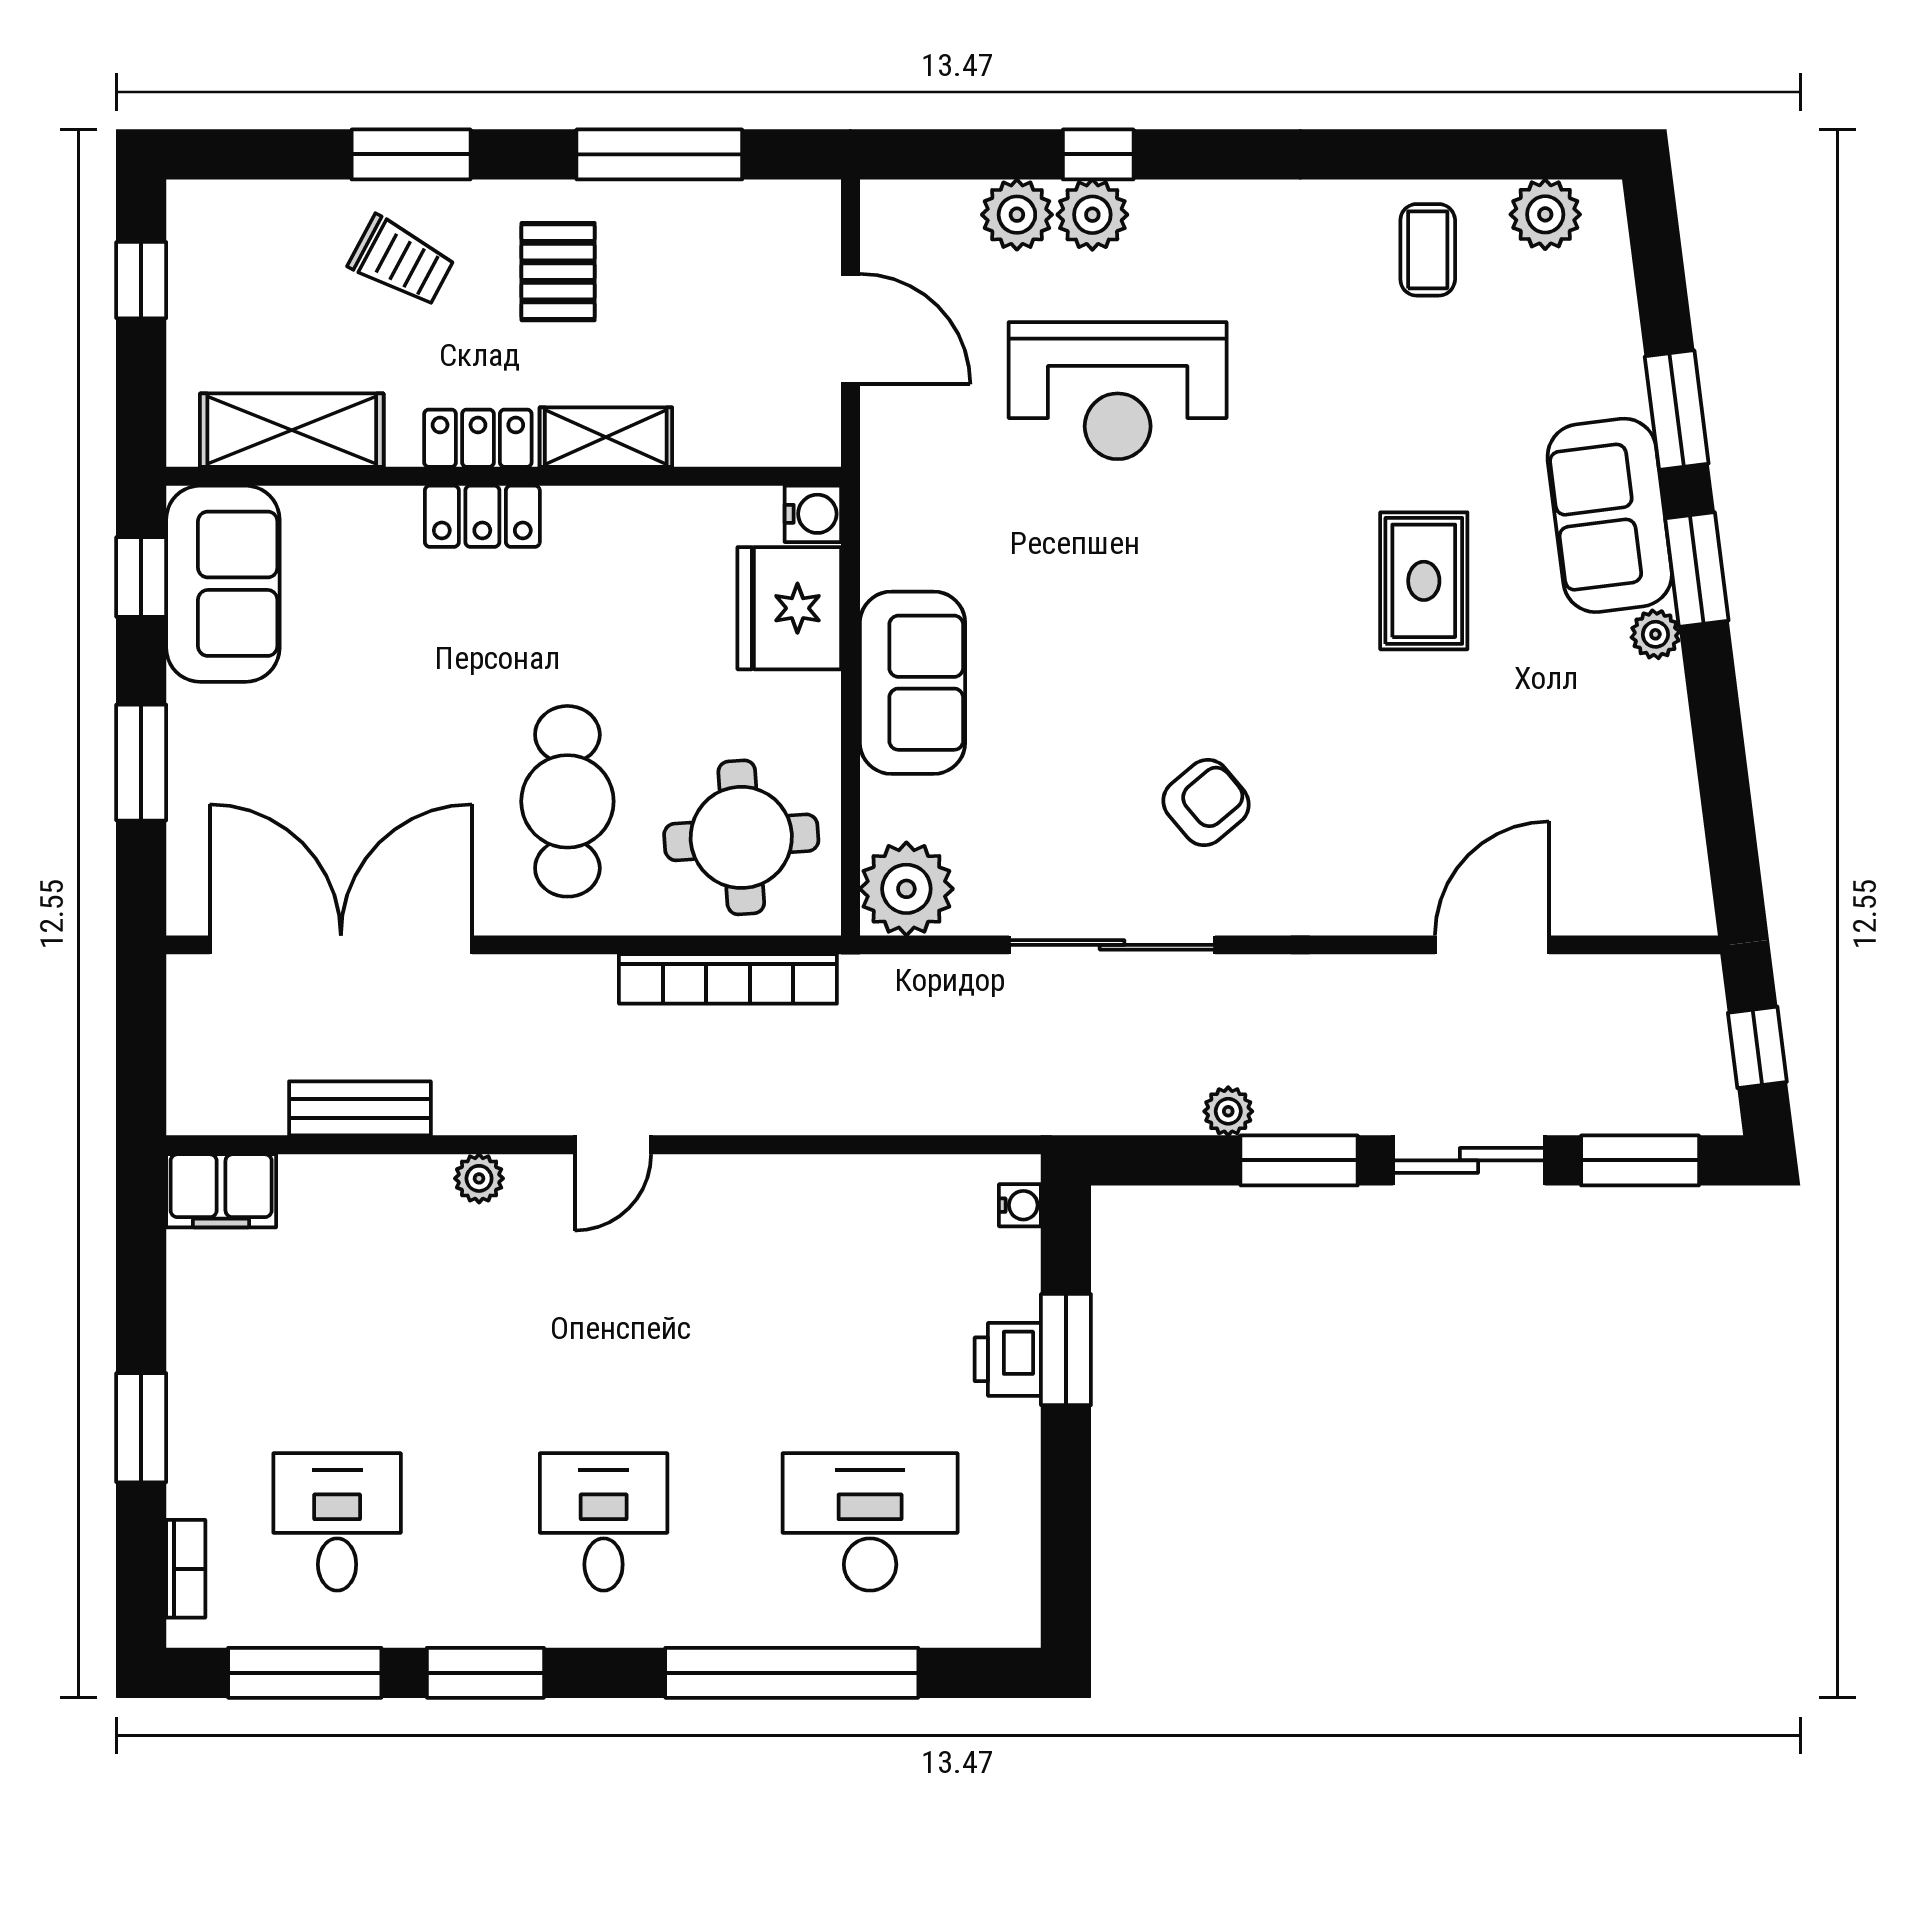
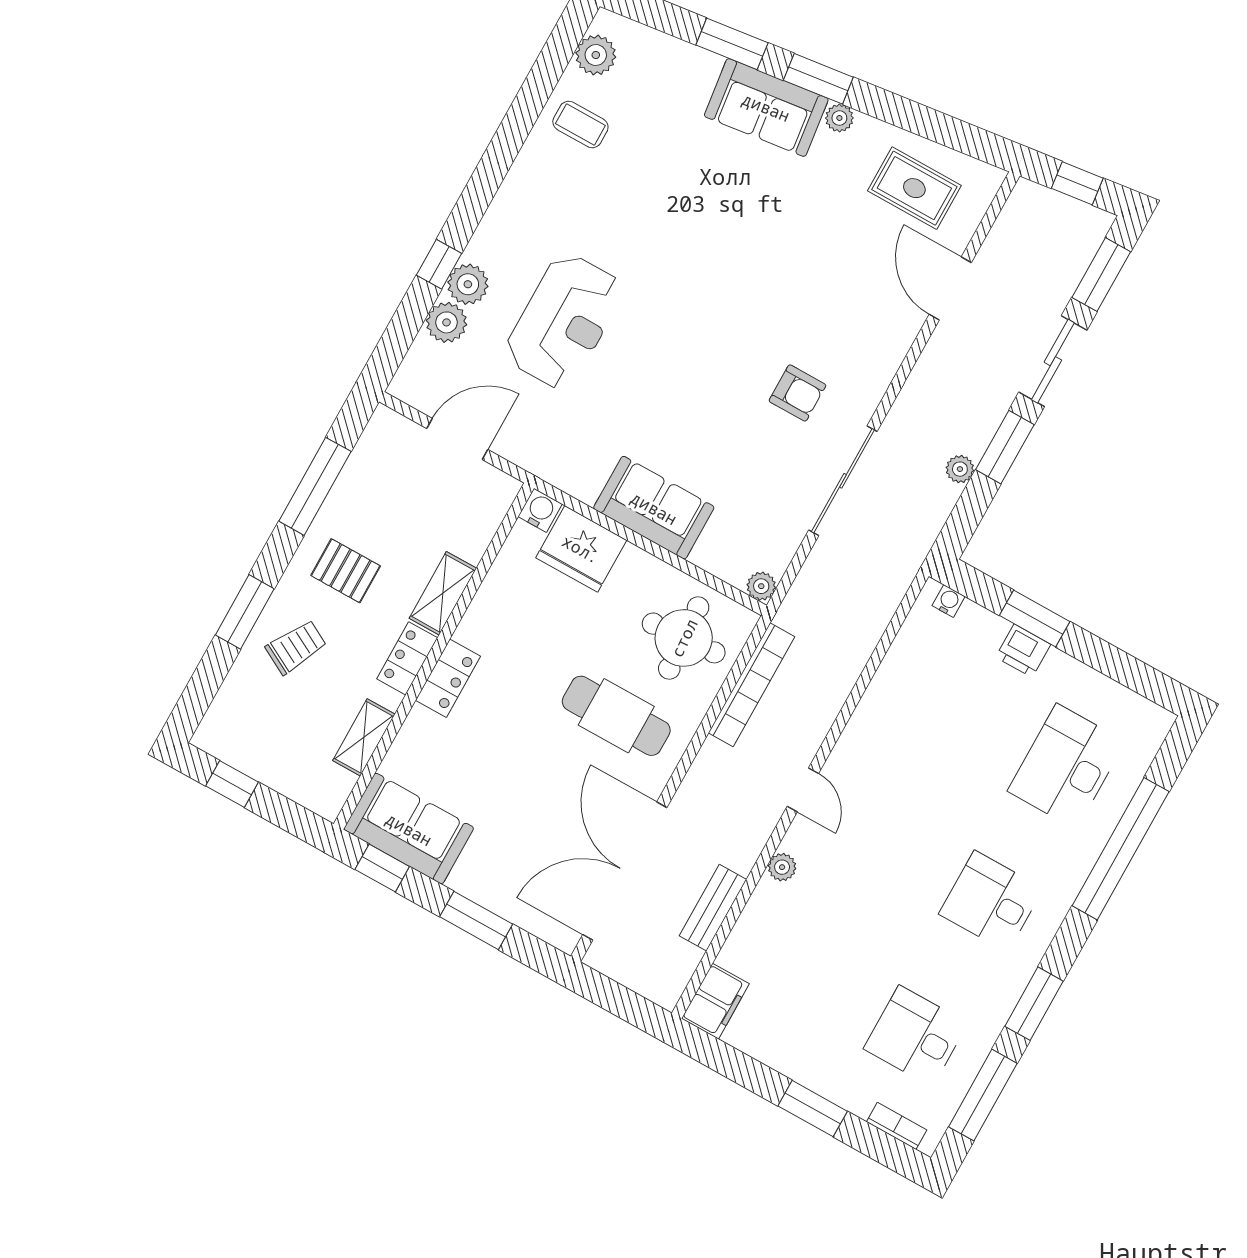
shelving: (292, 430) -> (364, 737), width x0.67, depth x0.75
rug: (1424, 581) -> (914, 188), moved
armchair: (1206, 803) -> (797, 393), turned 130
plant: (906, 889) -> (761, 586), width x0.53, depth x0.53

